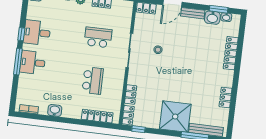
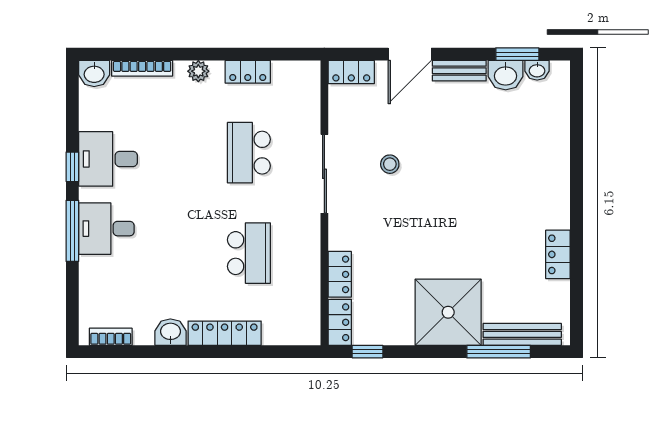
school desk: (98, 37) -> (249, 153), turned -90
locker: (231, 53) -> (557, 152), removed
locker: (97, 116) -> (225, 333), moved

